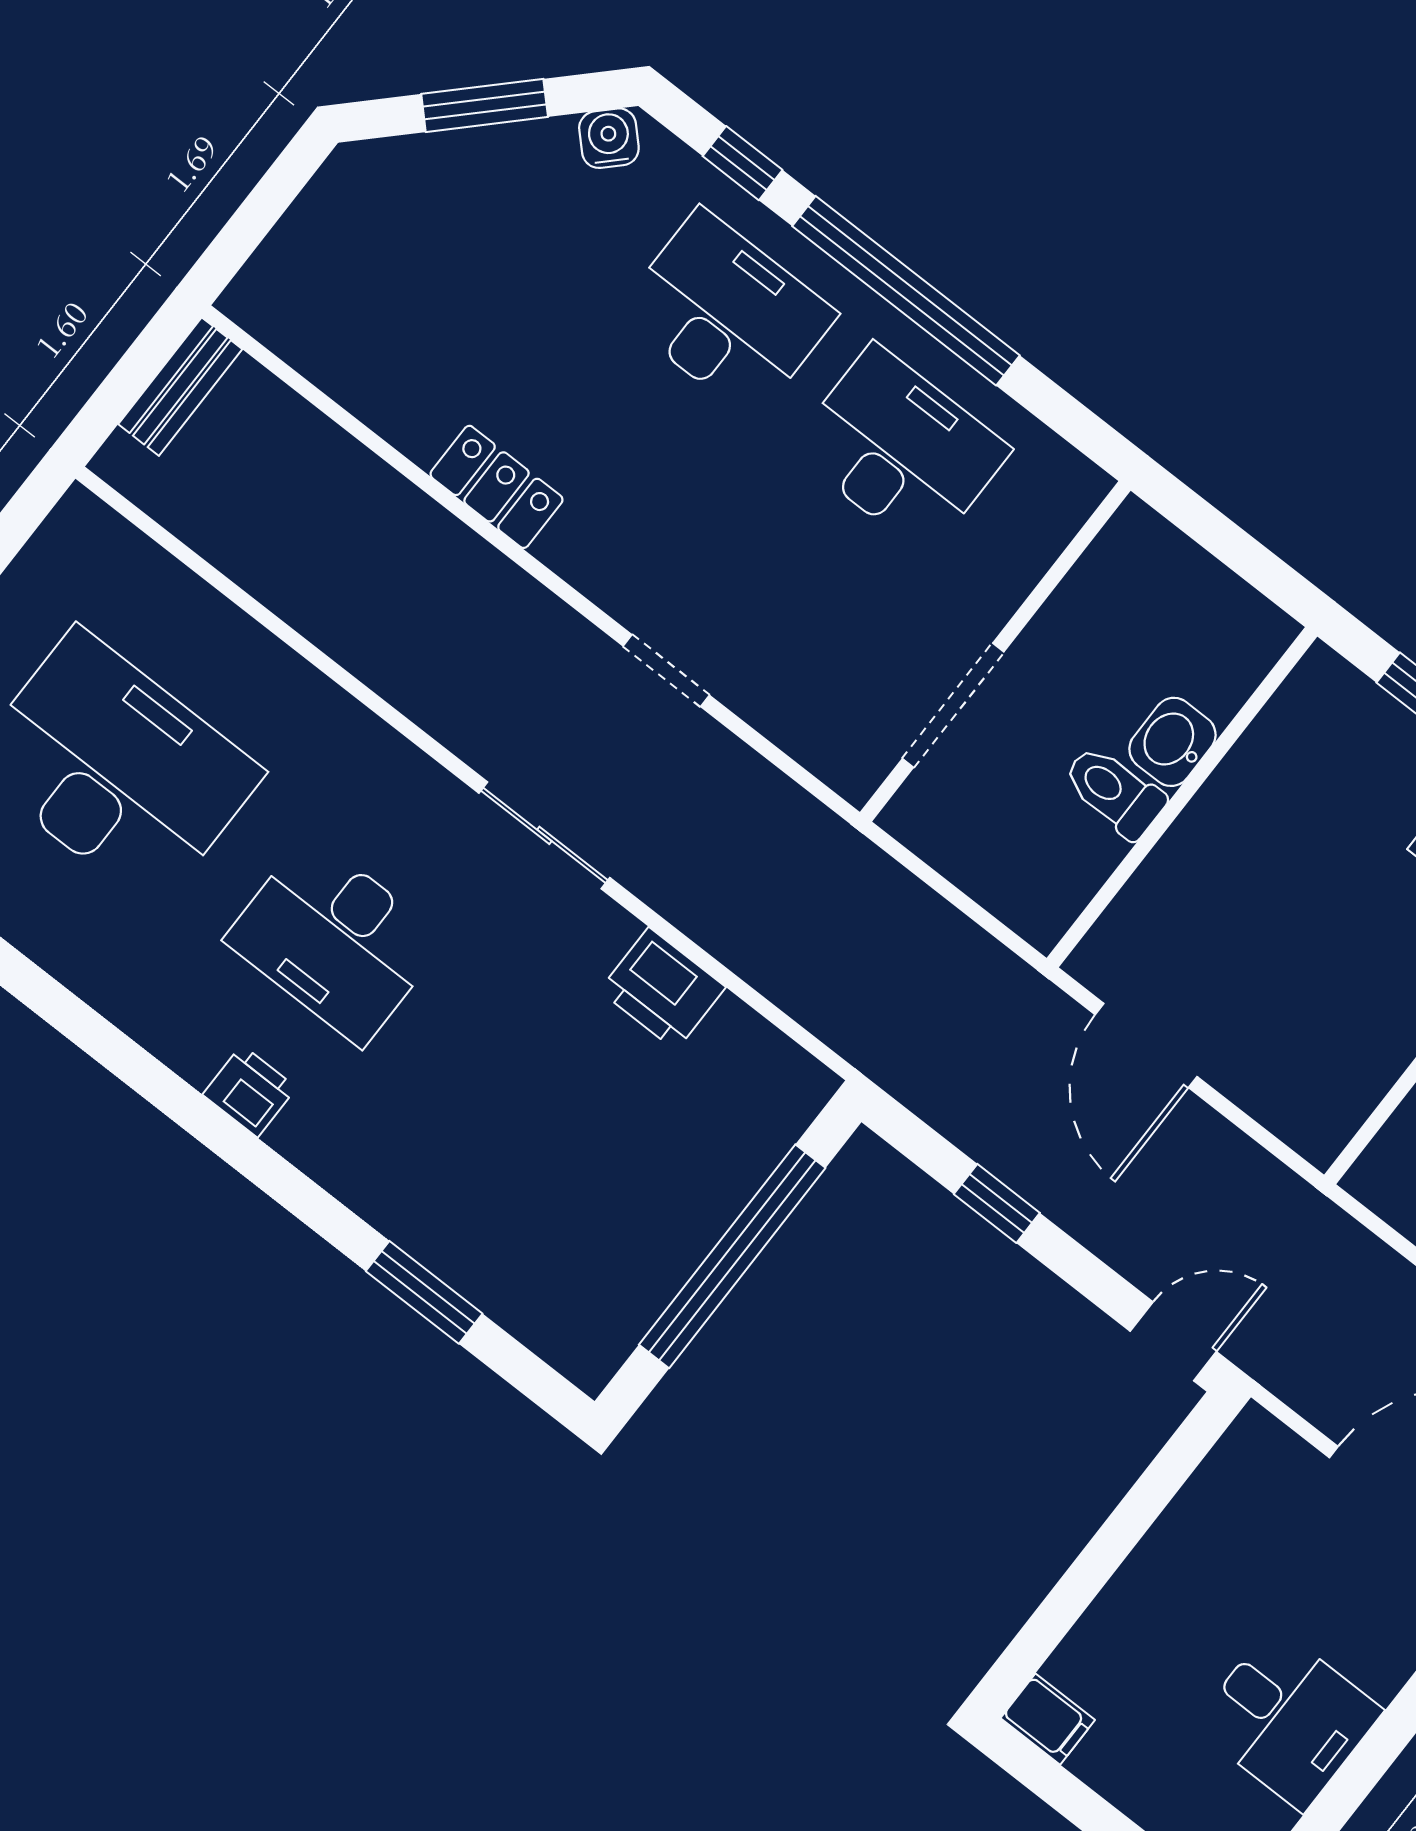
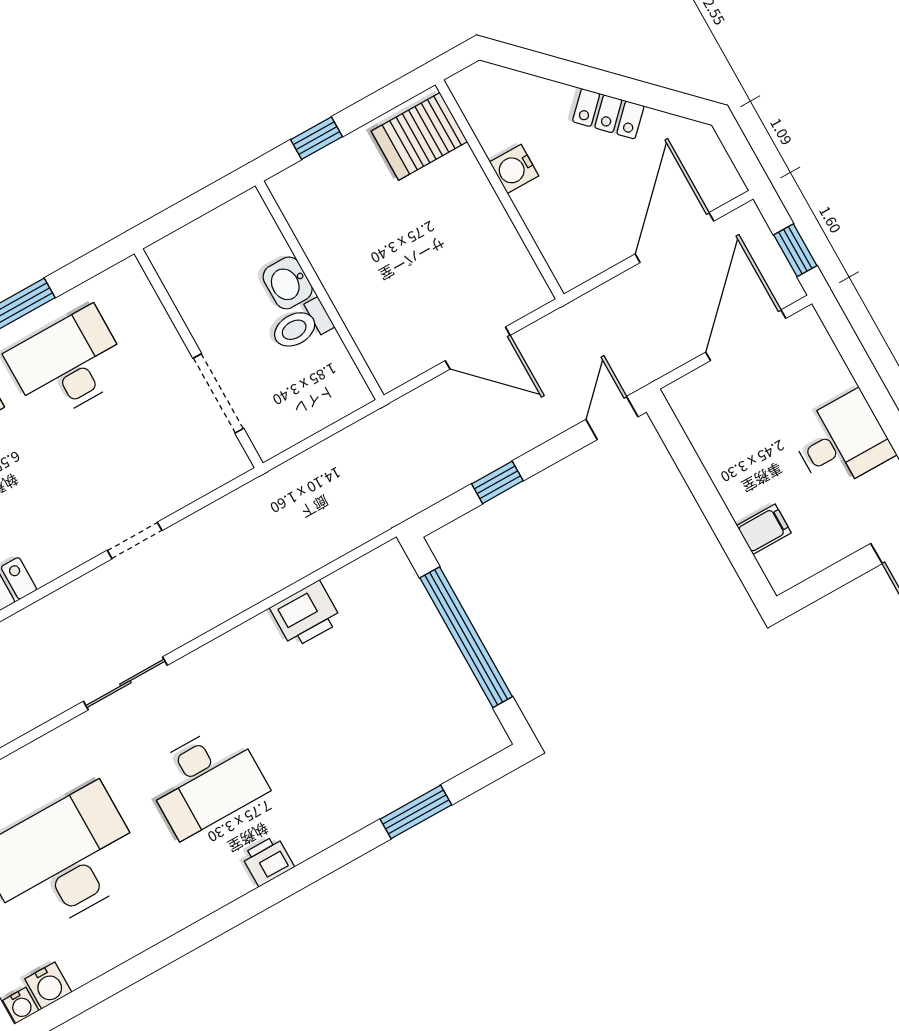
sliding door: (544, 835) -> (125, 683), moved
door: (1146, 1046) -> (478, 348), moved
filing cabinet: (1048, 1719) -> (764, 529), moved

